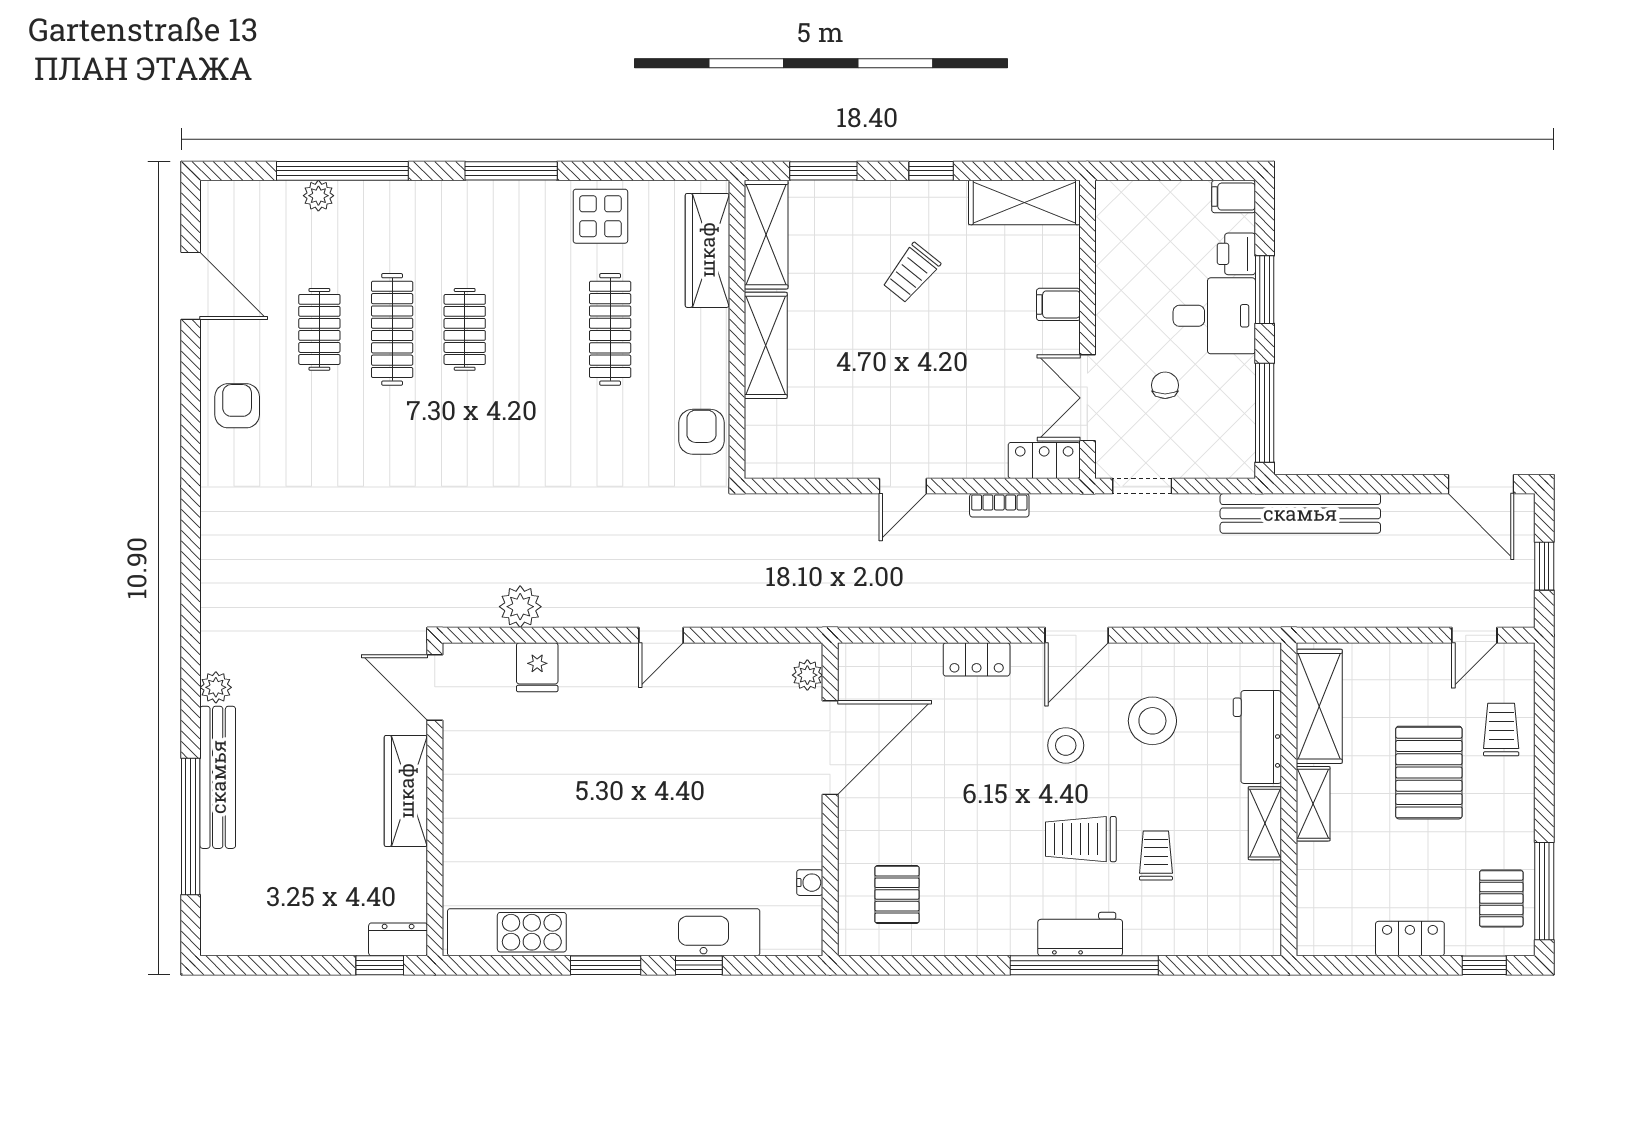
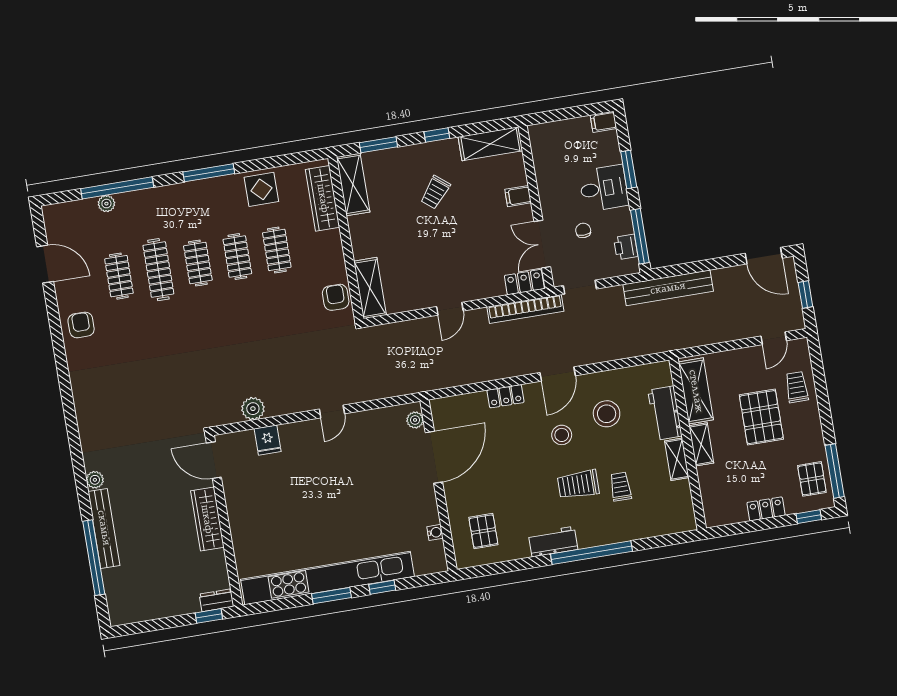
printer: (1236, 254) -> (626, 247), moved
clothes rail: (537, 329) -> (237, 256), added
clothes rail: (610, 329) -> (277, 250), width x0.73
shelving: (766, 345) -> (370, 288), moved
bookcase: (999, 505) -> (525, 309), width x2.31, depth x1.31
workbench: (1080, 934) -> (553, 542), moved

